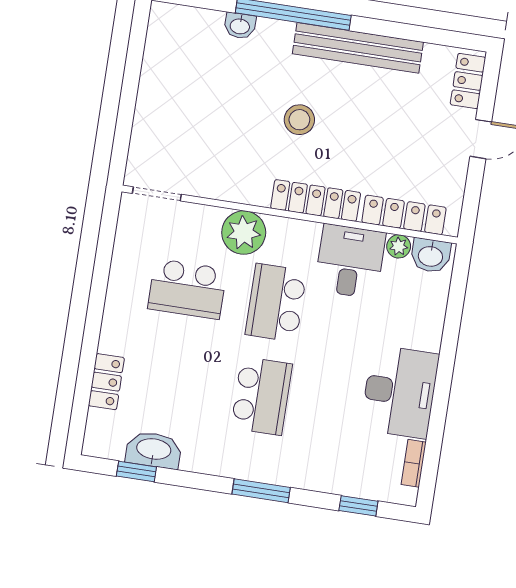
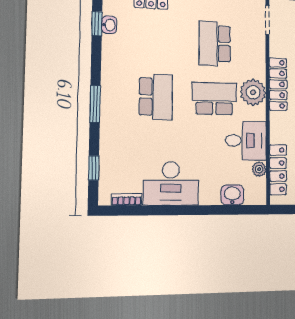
locker: (316, 200) -> (278, 84), moved
plant: (244, 233) -> (253, 92), moved
washbasin: (431, 255) -> (232, 195), moved, turned 90
school desk: (262, 396) -> (156, 97), turned -90
washbasin: (154, 450) -> (109, 25), width x0.52, depth x0.69

